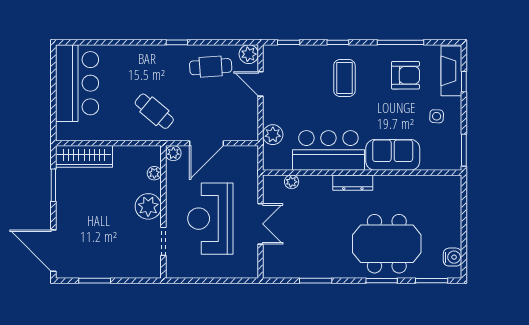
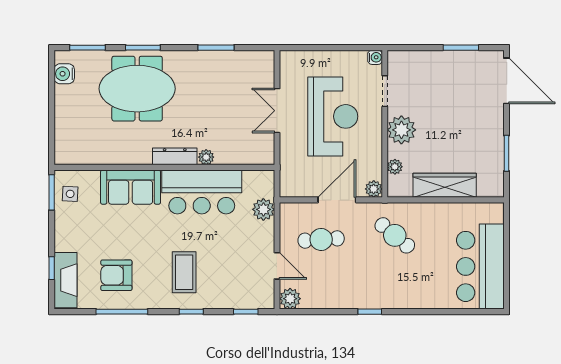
cafe table: (211, 67) -> (321, 239), moved
side table: (437, 116) -> (70, 194), moved
wardrobe: (84, 156) -> (445, 185), moved
plant: (292, 182) -> (206, 157), moved
water cooler: (172, 272) -> (375, 57), added

